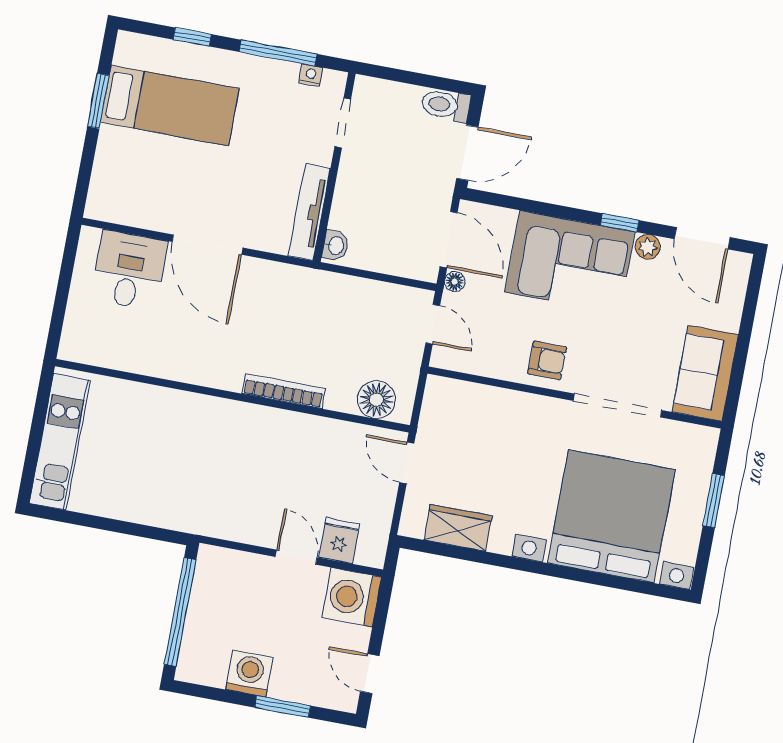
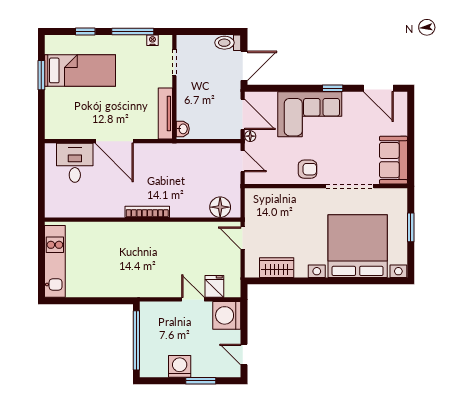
plant: (648, 247) -> (350, 98), removed
bookcase: (284, 391) -> (147, 212), moved

